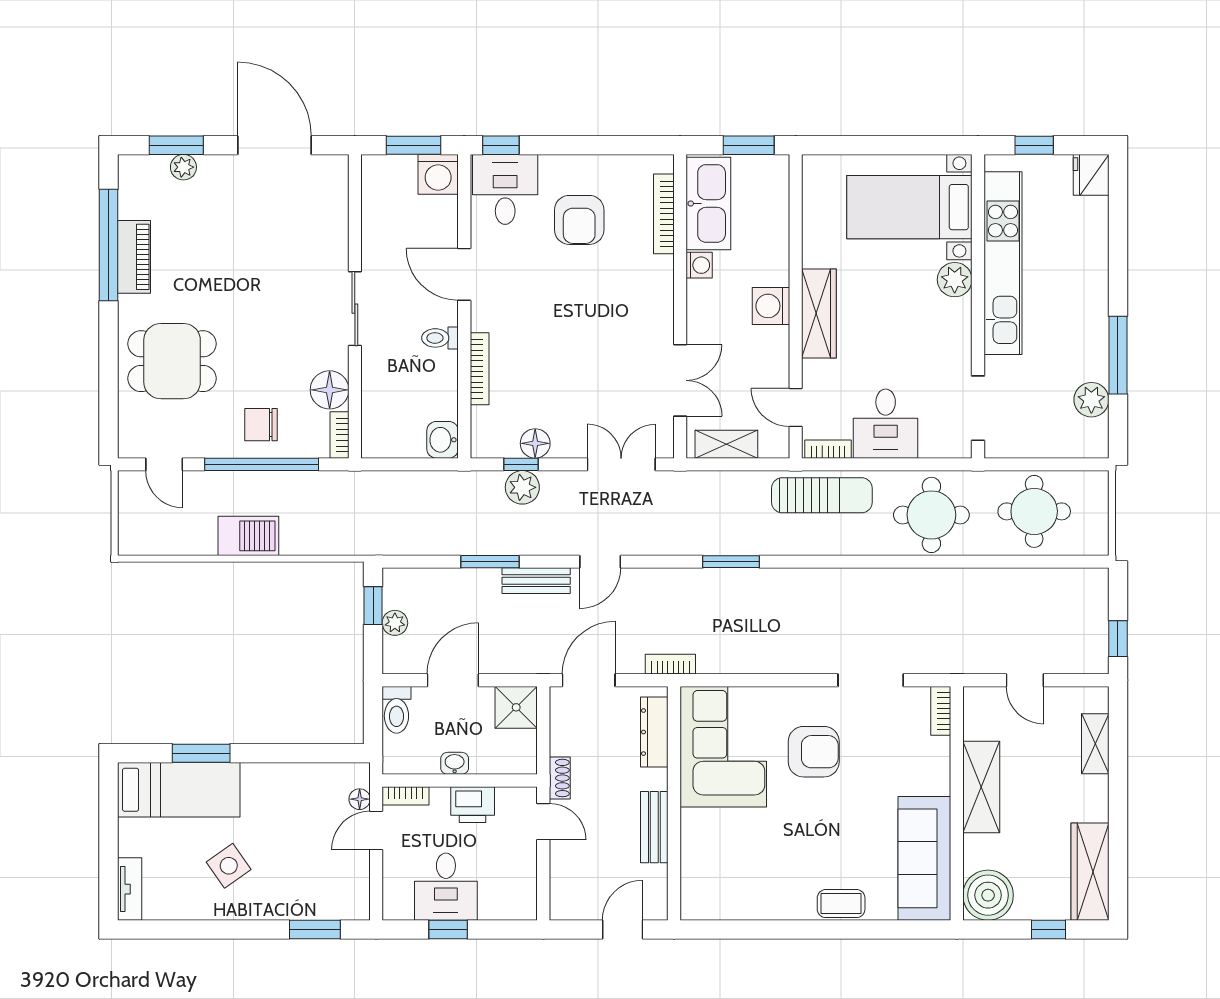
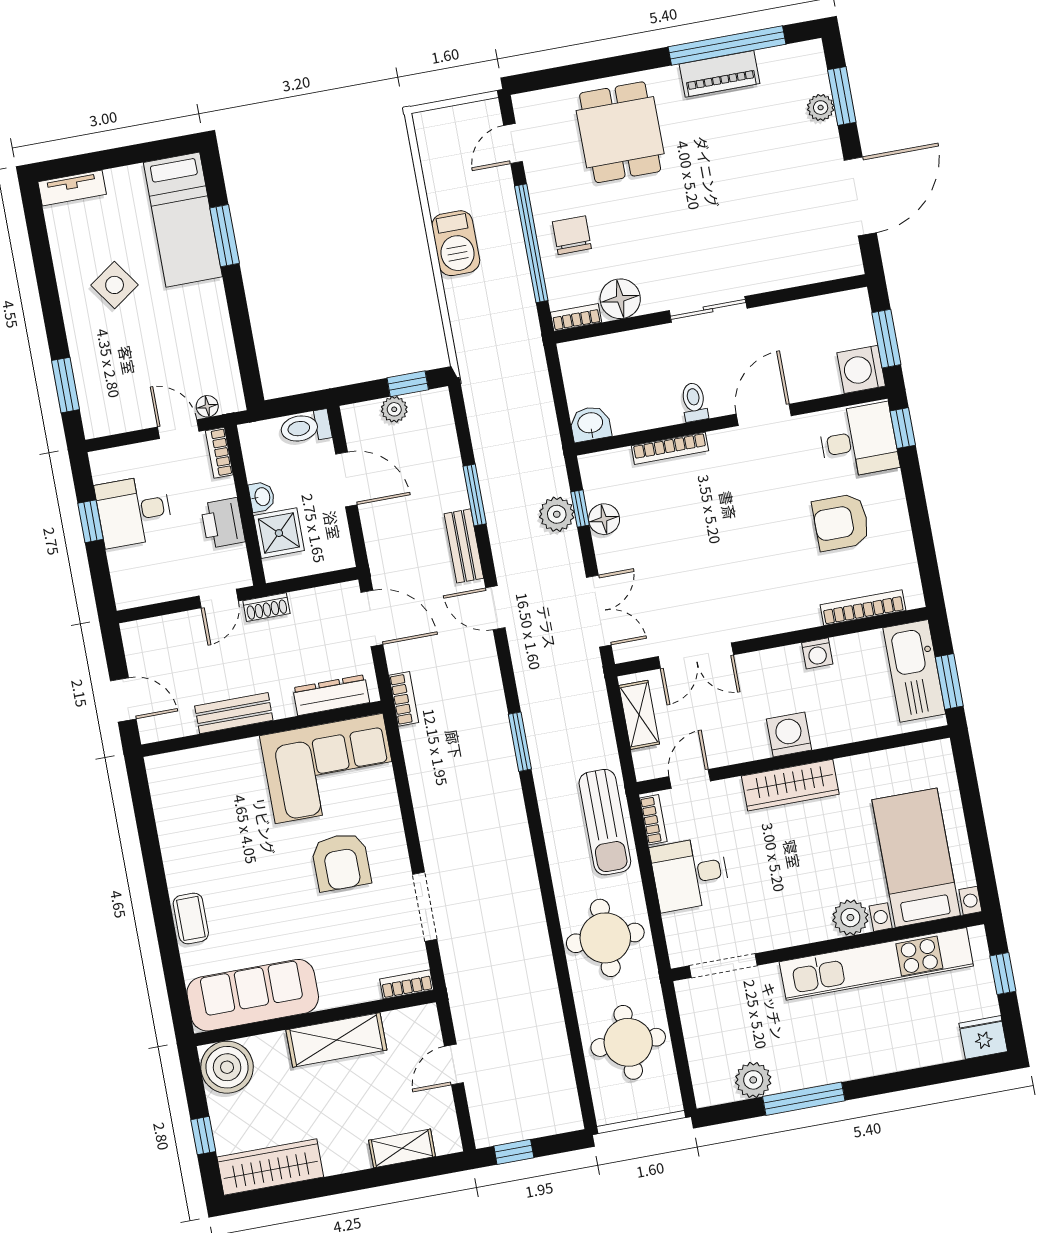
kitchen sink: (708, 203) -> (914, 671), moved, turned 90
shower: (516, 707) -> (279, 533), moved

